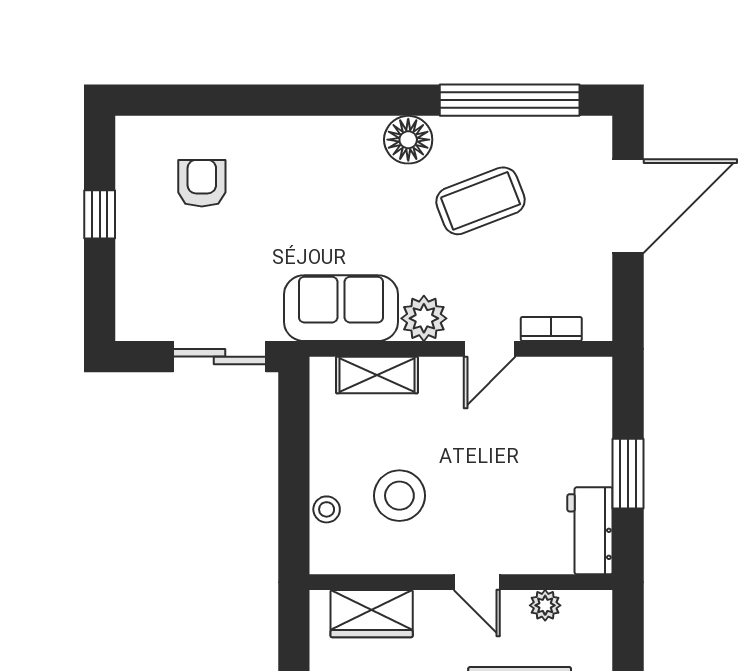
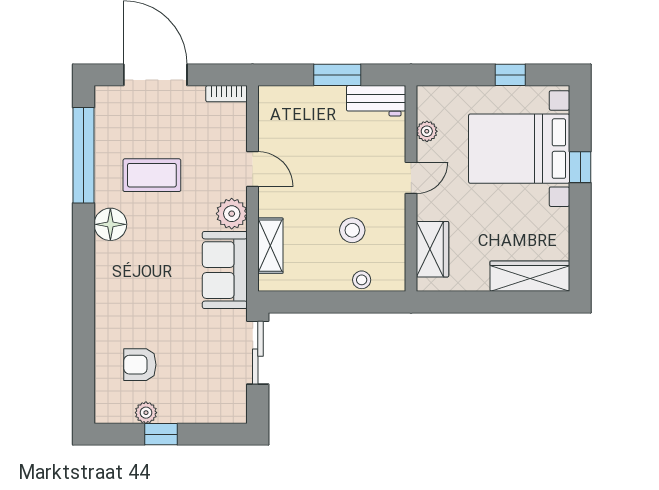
plant: (131, 192) -> (146, 413), added
coffee table: (480, 201) -> (152, 175), turned -69
bookcase: (551, 329) -> (227, 94), moved, turned -90
stool: (399, 496) -> (352, 230), width x0.73, depth x0.73

